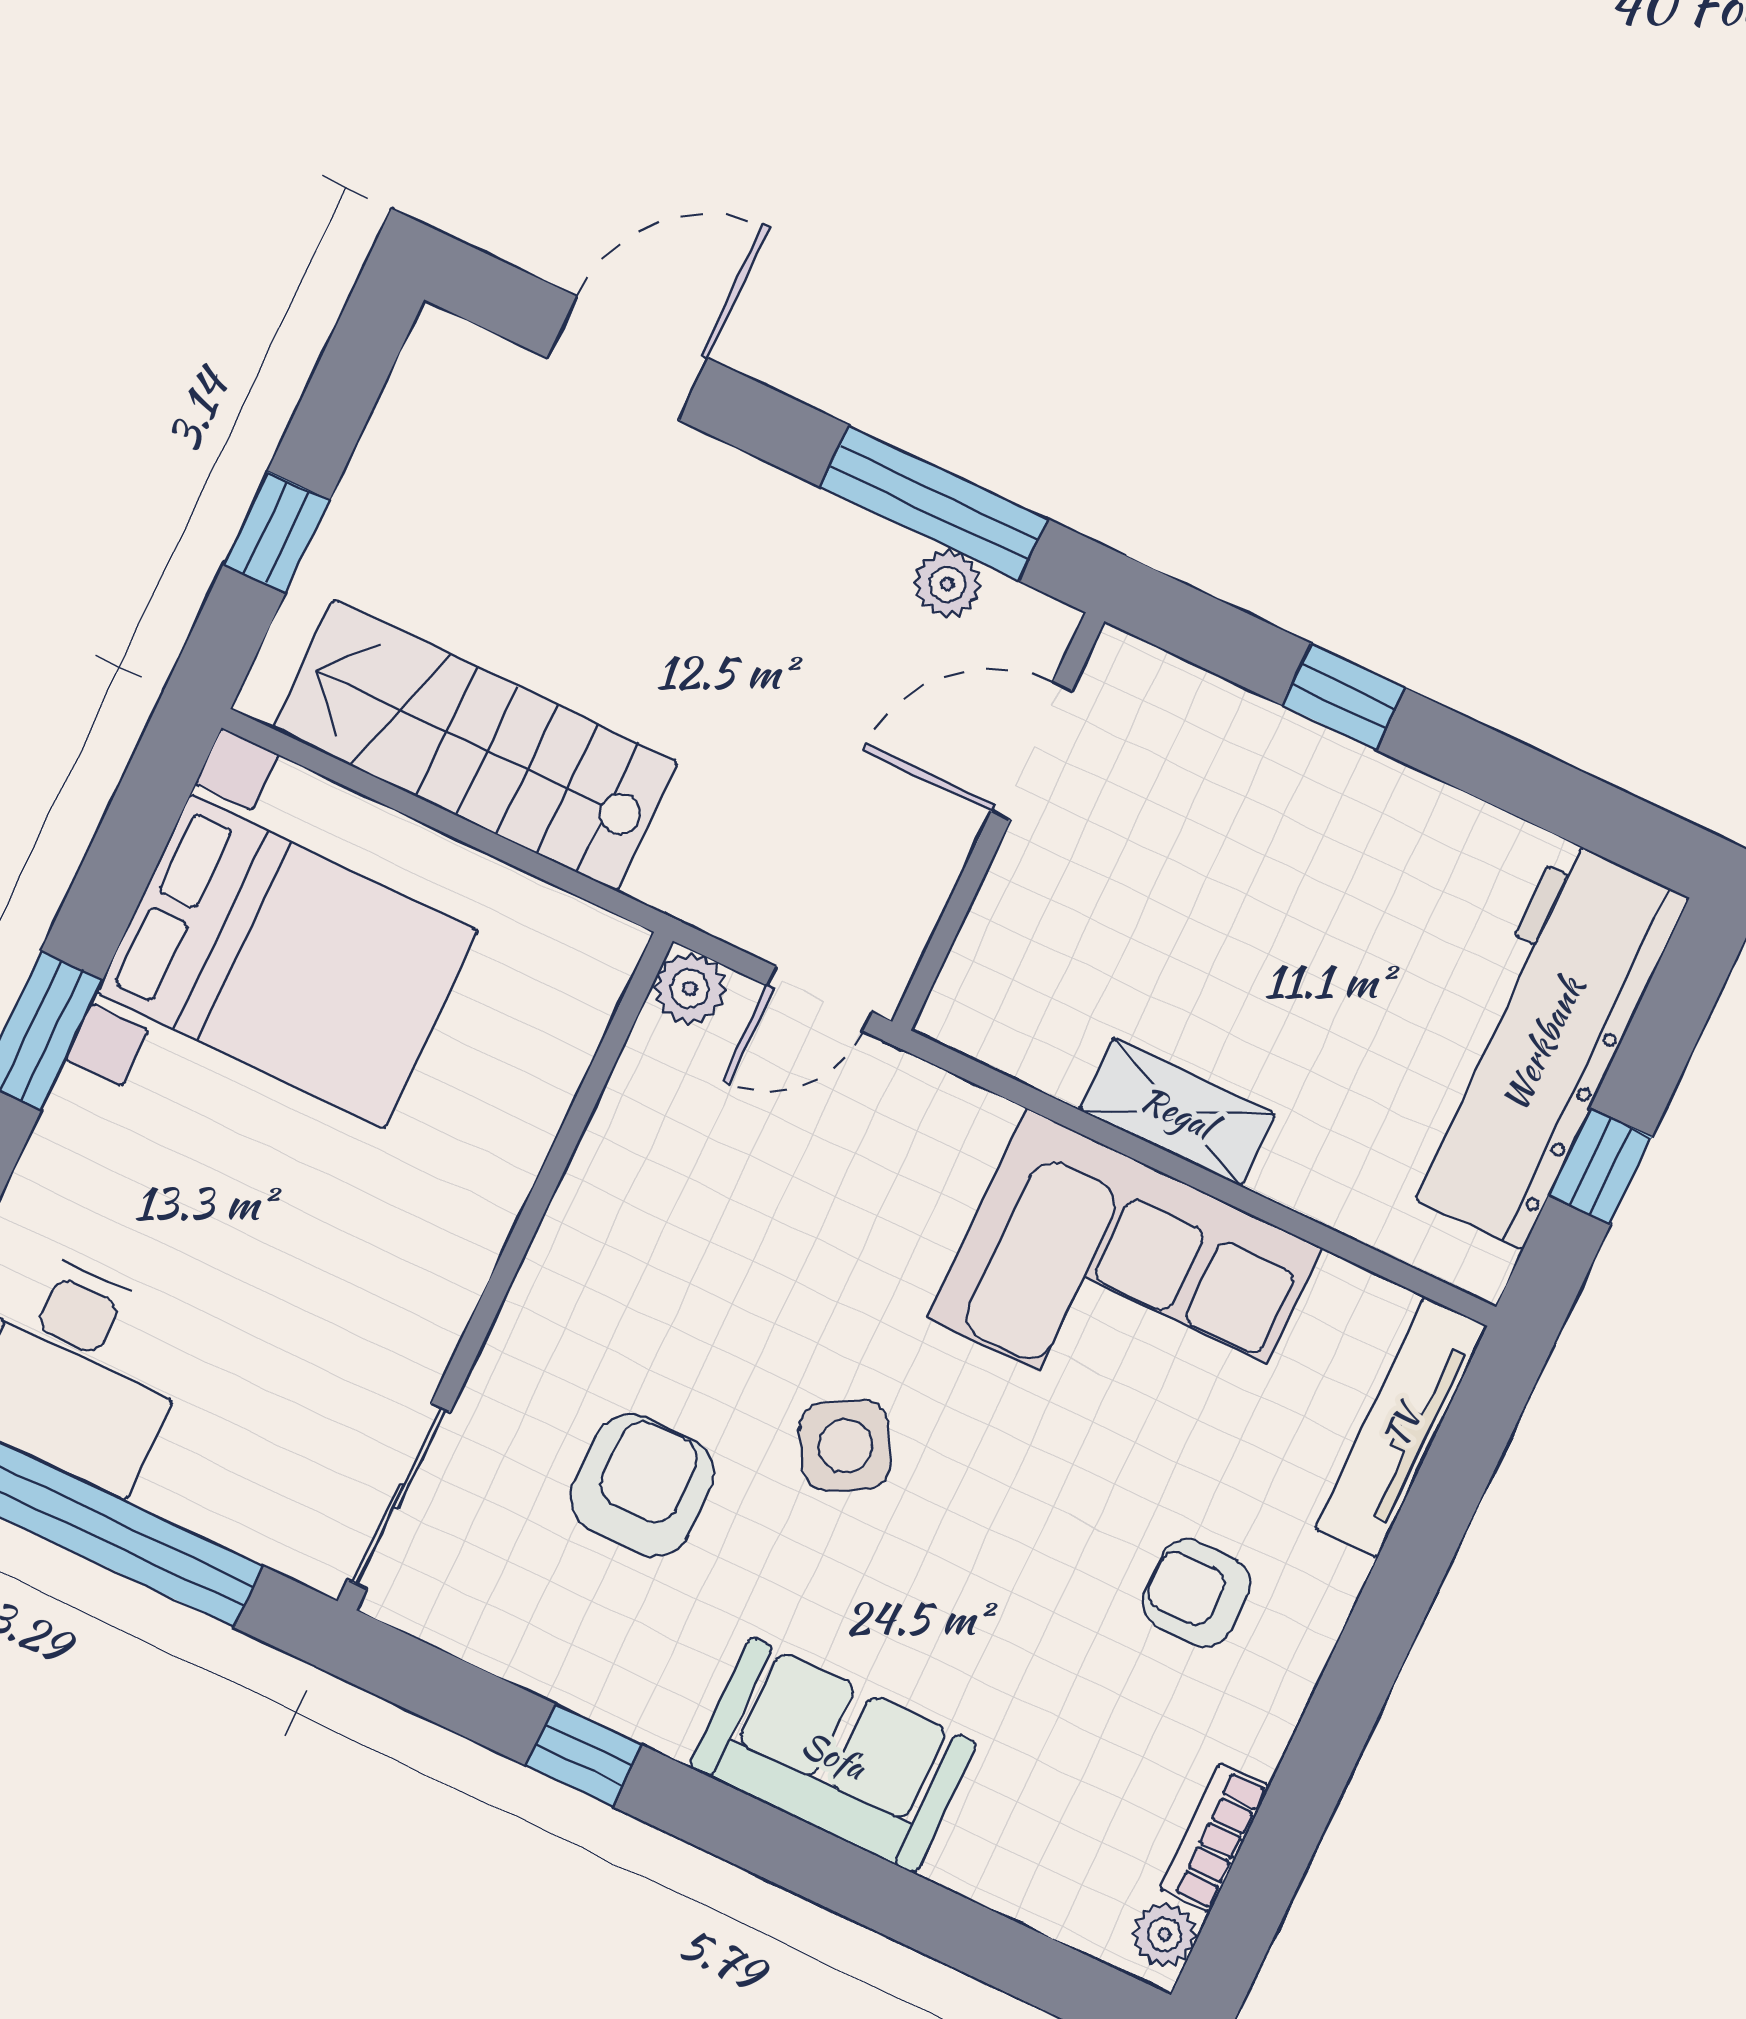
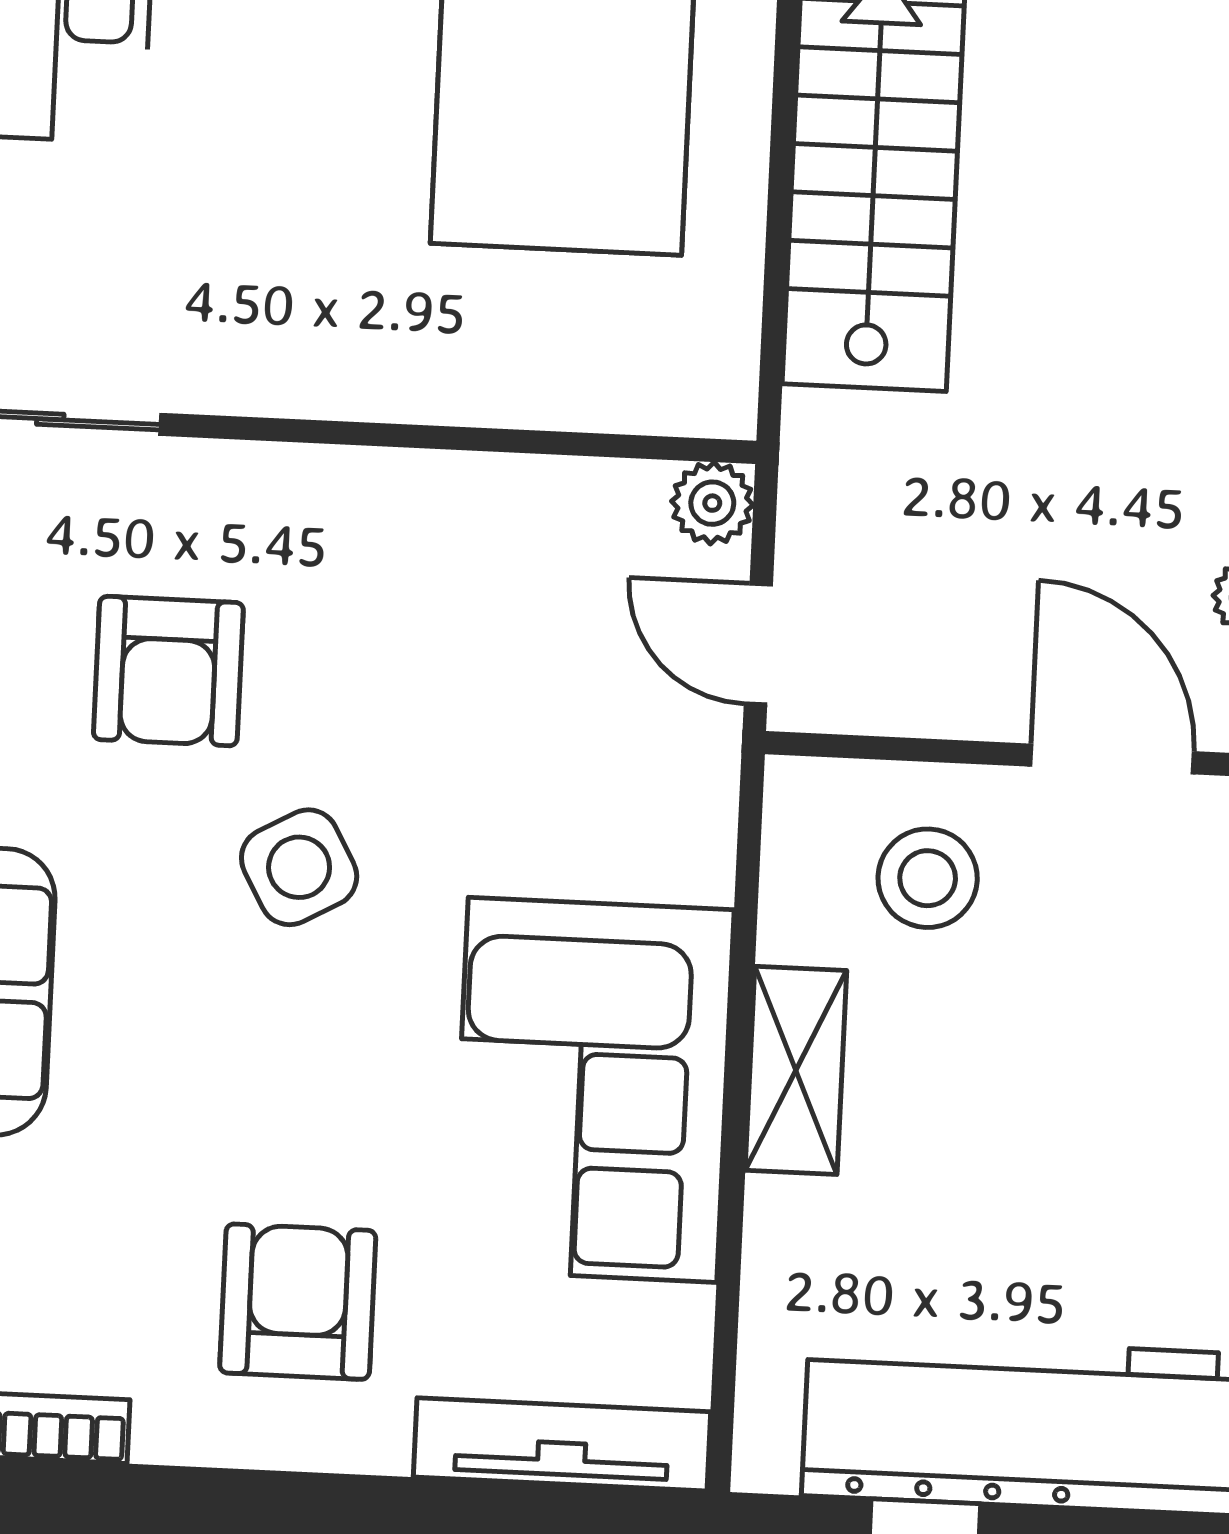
stool: (1066, 941) -> (928, 878), added
armchair: (642, 1485) -> (168, 671), turned 90
armchair: (1196, 1593) -> (298, 1302), width x1.38, depth x1.38

